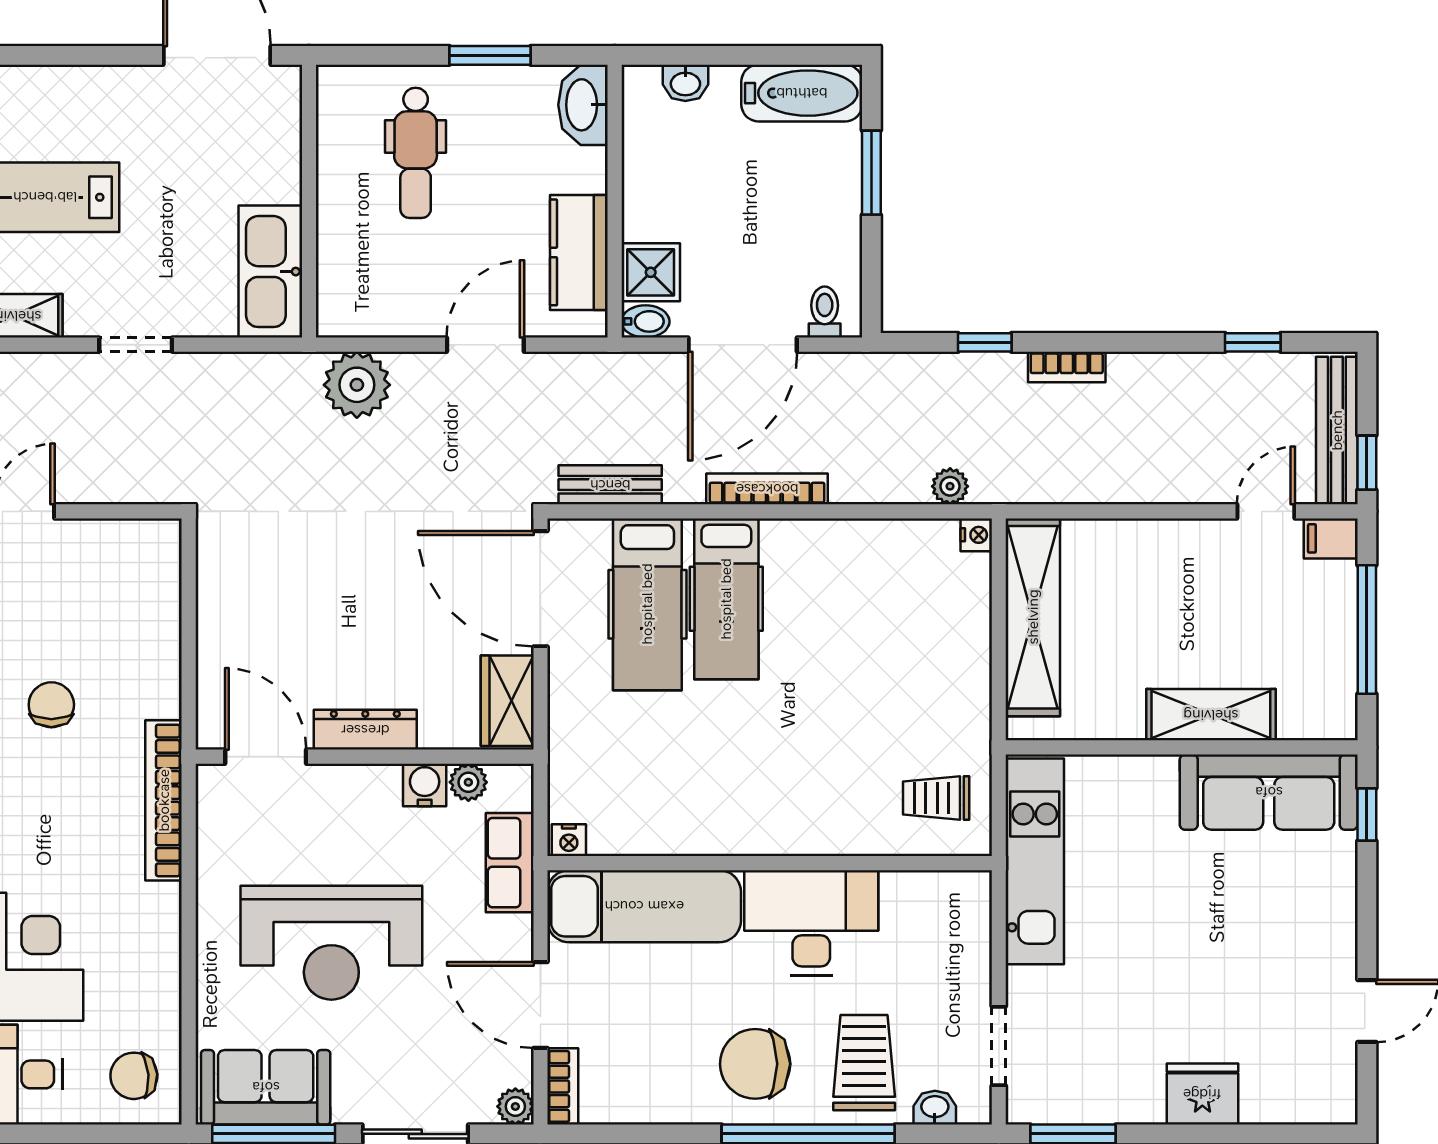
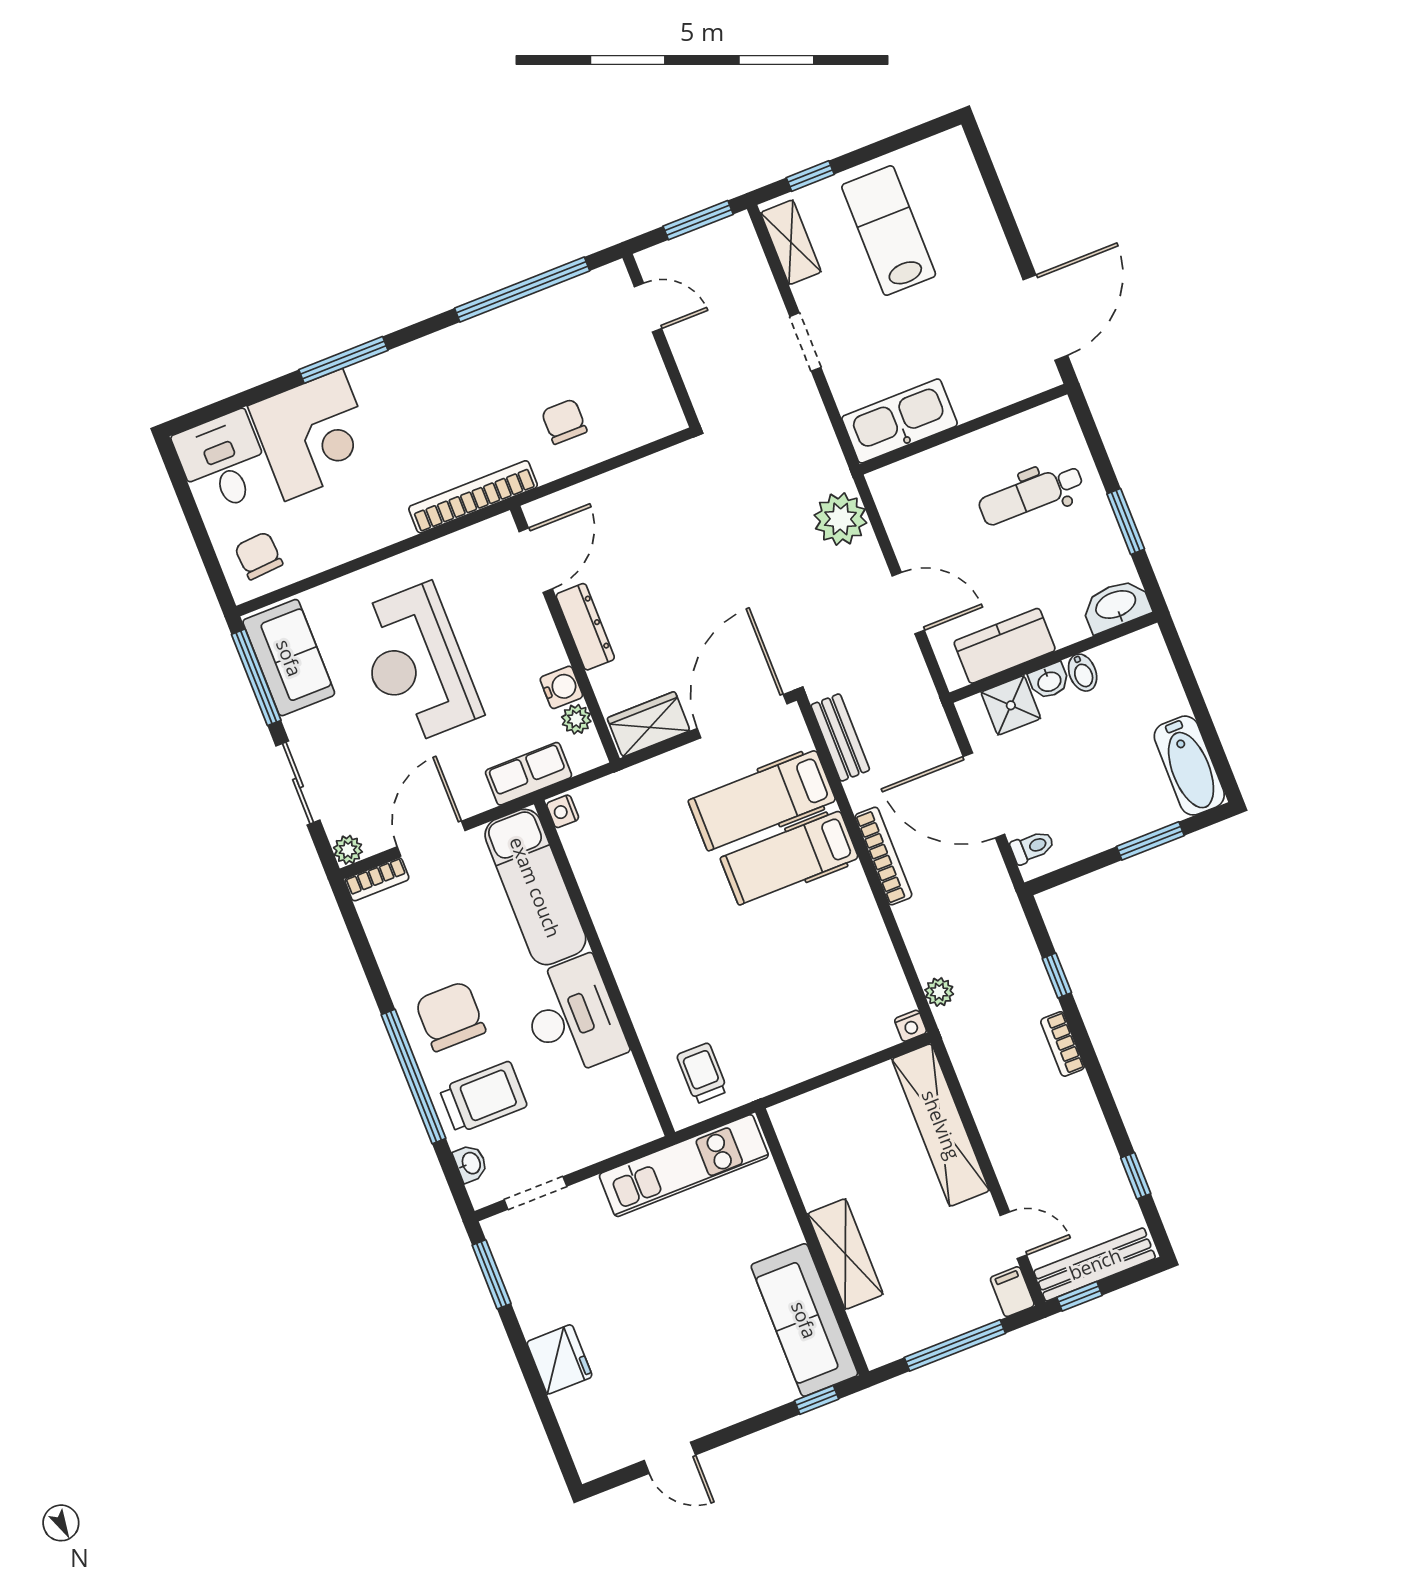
washbasin: (685, 83) -> (1049, 681), moved, turned -90
bidet: (645, 321) -> (1083, 673), moved
shelving: (1033, 617) -> (941, 1125), moved, turned 90
chair: (51, 705) -> (564, 422), moved, turned -90

